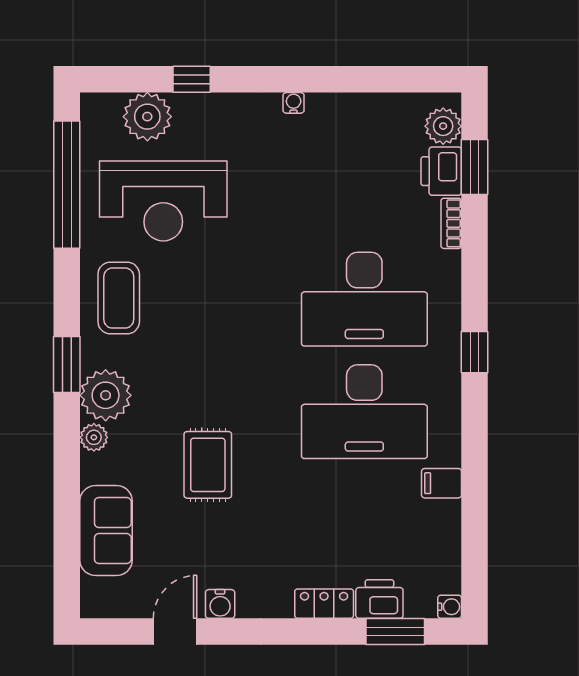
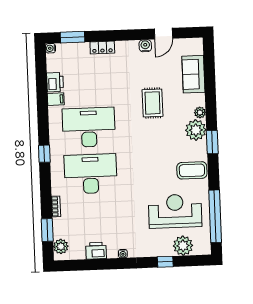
printer: (441, 171) -> (96, 251), moved, turned -90
coffee table: (119, 298) -> (192, 170), turned 90
printer: (379, 599) -> (55, 82), moved, turned -90

